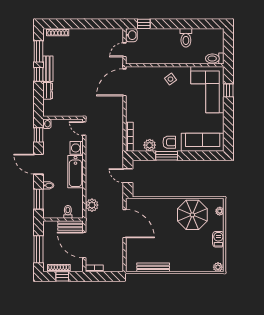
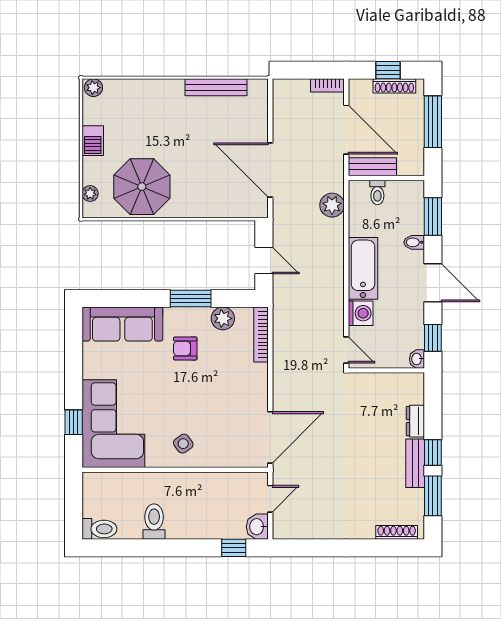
toilet: (215, 59) -> (99, 529), moved
armchair: (169, 142) -> (185, 348), moved

